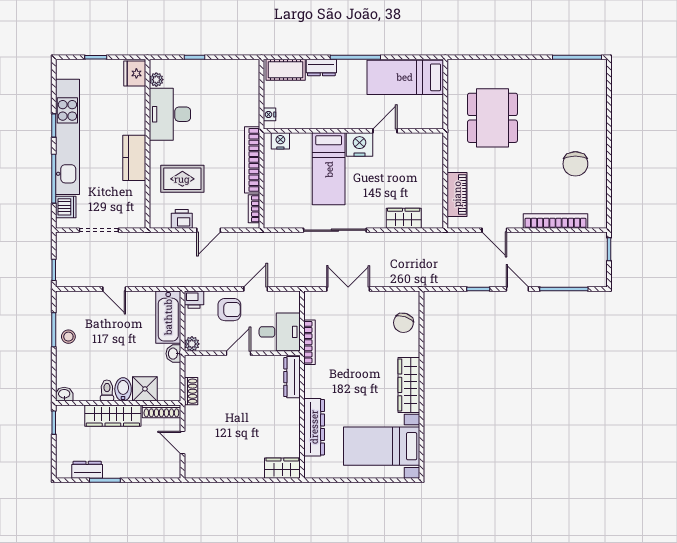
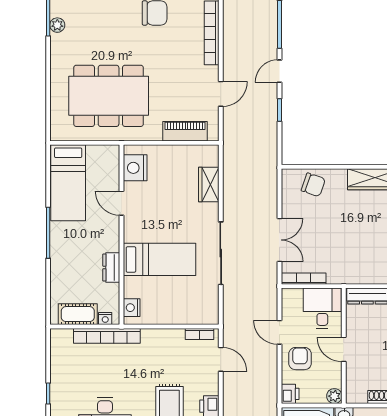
plant: (563, 67) -> (57, 25), added
dresser: (321, 68) -> (111, 267), moved, turned 180
cot: (286, 70) -> (78, 314), moved, turned 90
dining table: (492, 118) -> (109, 96), width x1.36, depth x1.24
nightstand: (360, 144) -> (135, 168), moved
bookcase: (252, 160) -> (107, 336), moved
door: (209, 230) -> (221, 359), moved
double door: (348, 289) -> (279, 240), swing flipped
bookcase: (309, 342) -> (304, 279), moved

